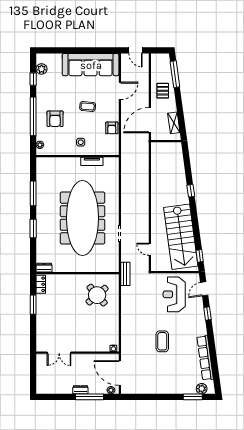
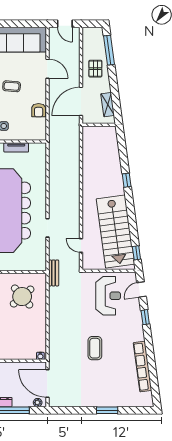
door: (120, 91) -> (47, 69), hinge flipped
reception desk: (174, 294) -> (108, 296), turned 180
plant: (202, 389) -> (139, 401), removed
window: (193, 397) -> (107, 410), moved

